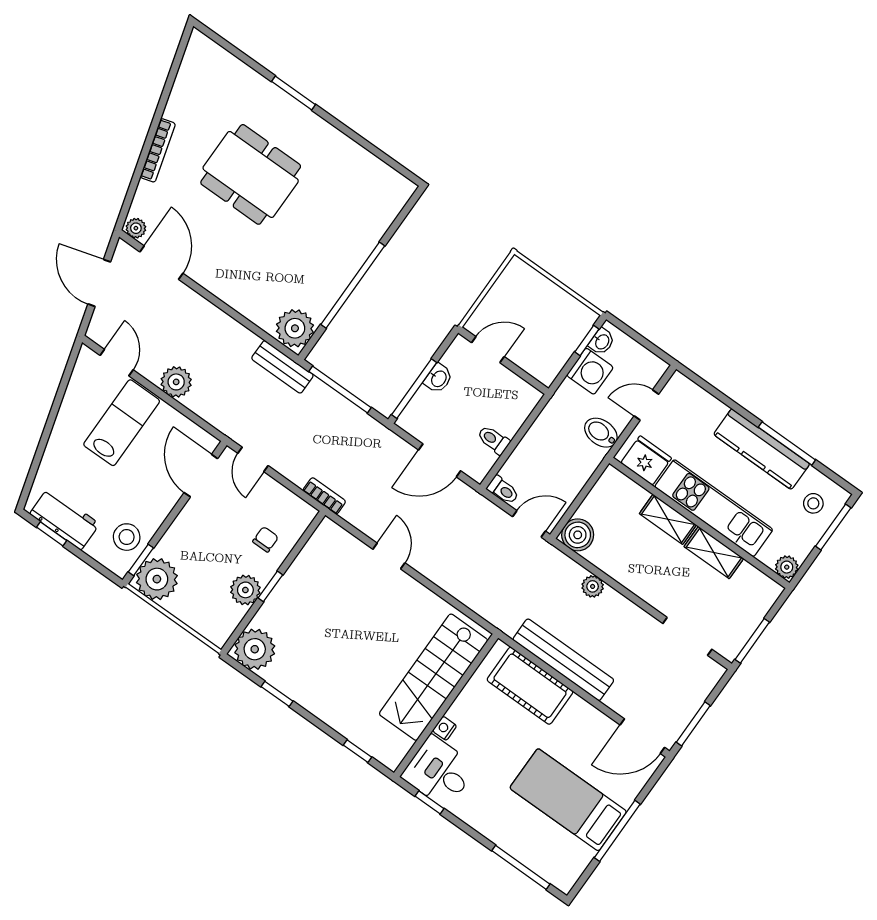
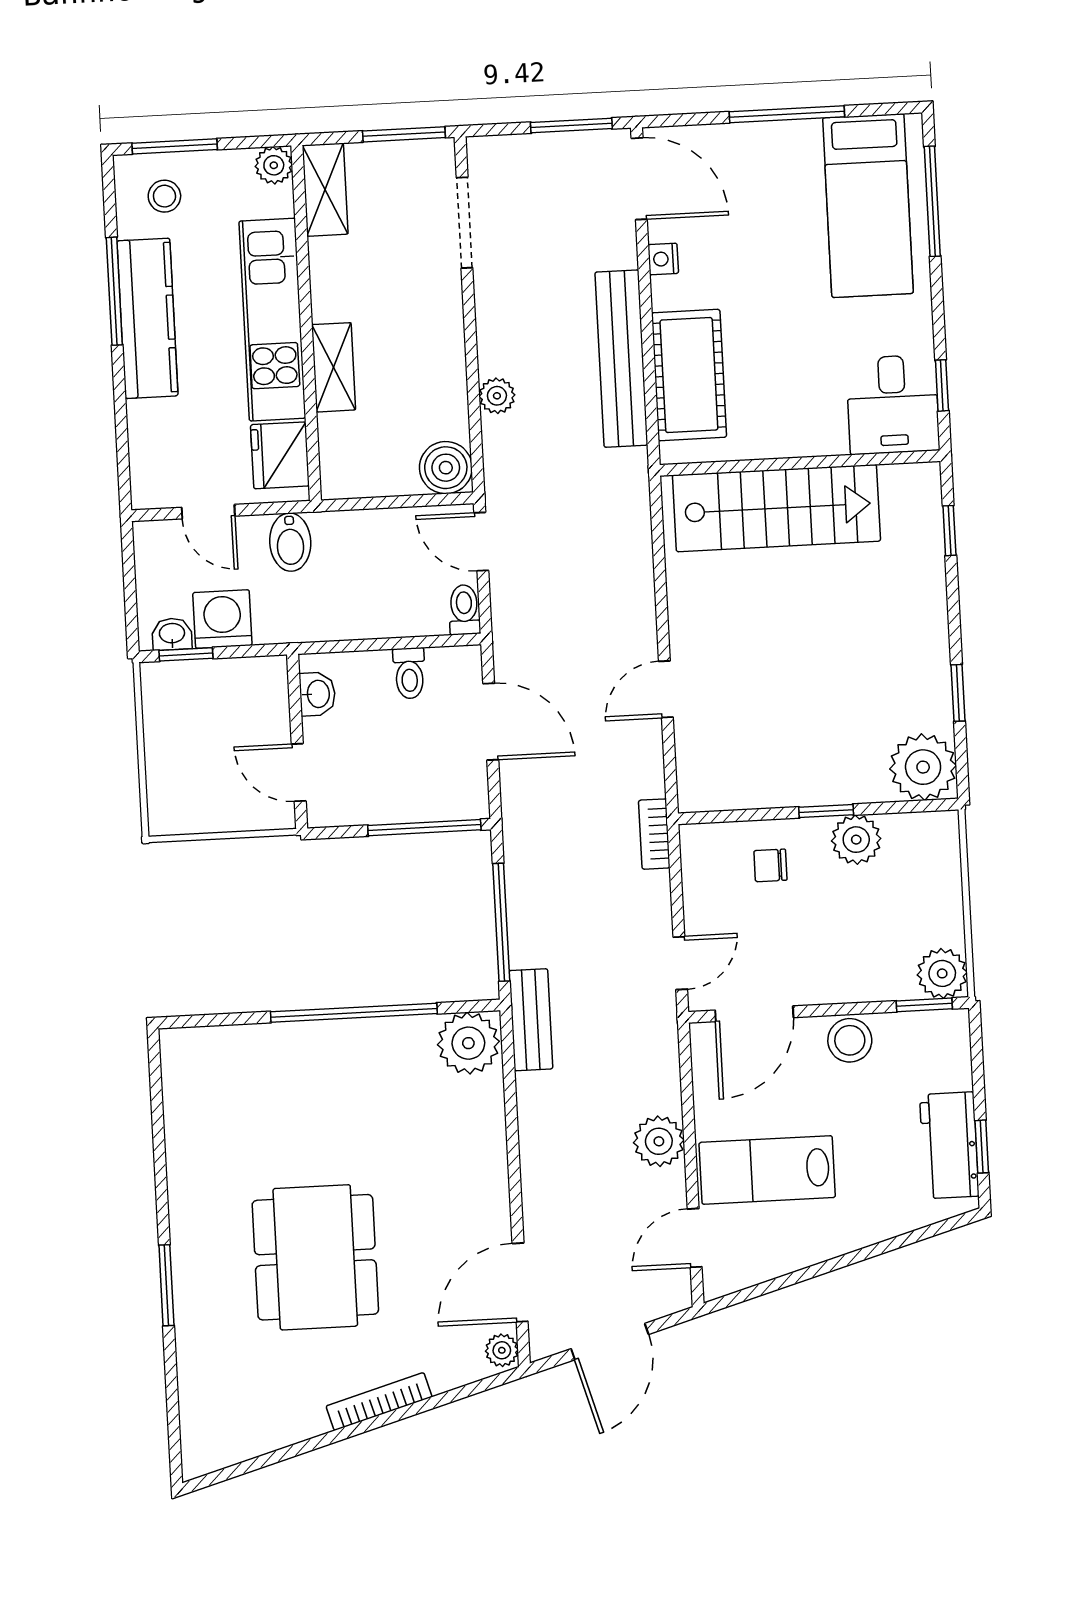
washbasin: (438, 378) -> (317, 694), moved, turned 90
stool: (127, 537) -> (850, 1040), moved
shelving: (714, 553) -> (325, 190), moved
plant: (157, 579) -> (942, 973), width x0.73, depth x0.73
nightstand: (445, 728) -> (663, 259), moved, turned 90
bed: (568, 800) -> (868, 206), moved

